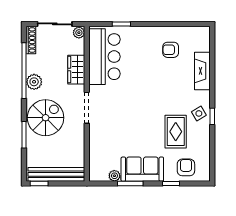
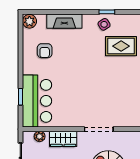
plant: (79, 33) -> (40, 136), moved
plant: (202, 34) -> (29, 21), added
bar counter: (104, 57) -> (37, 101), moved, turned 90

